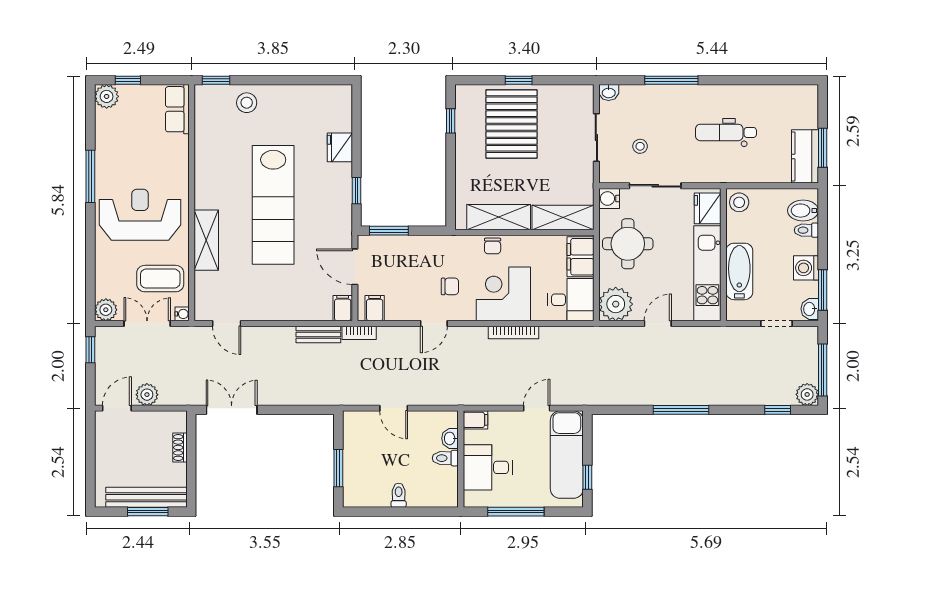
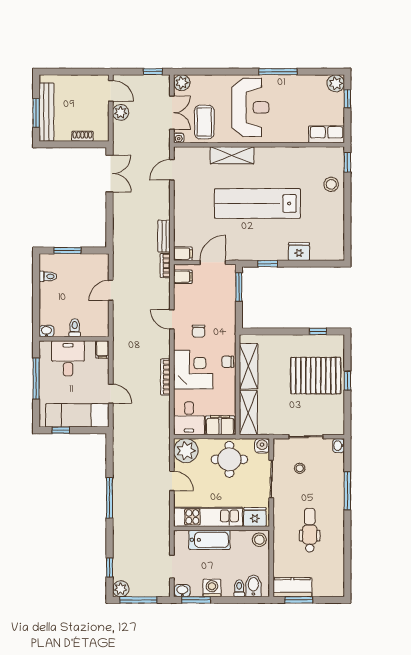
washbasin: (450, 438) -> (46, 331), moved
toilet: (399, 495) -> (48, 276), moved

